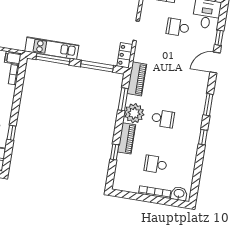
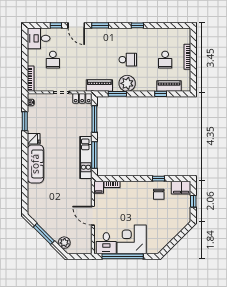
window: (208, 105) -> (100, 25), moved
school desk: (163, 119) -> (128, 60), turned 90
piano: (127, 138) -> (169, 86), moved
washbasin: (179, 194) -> (186, 37), removed

